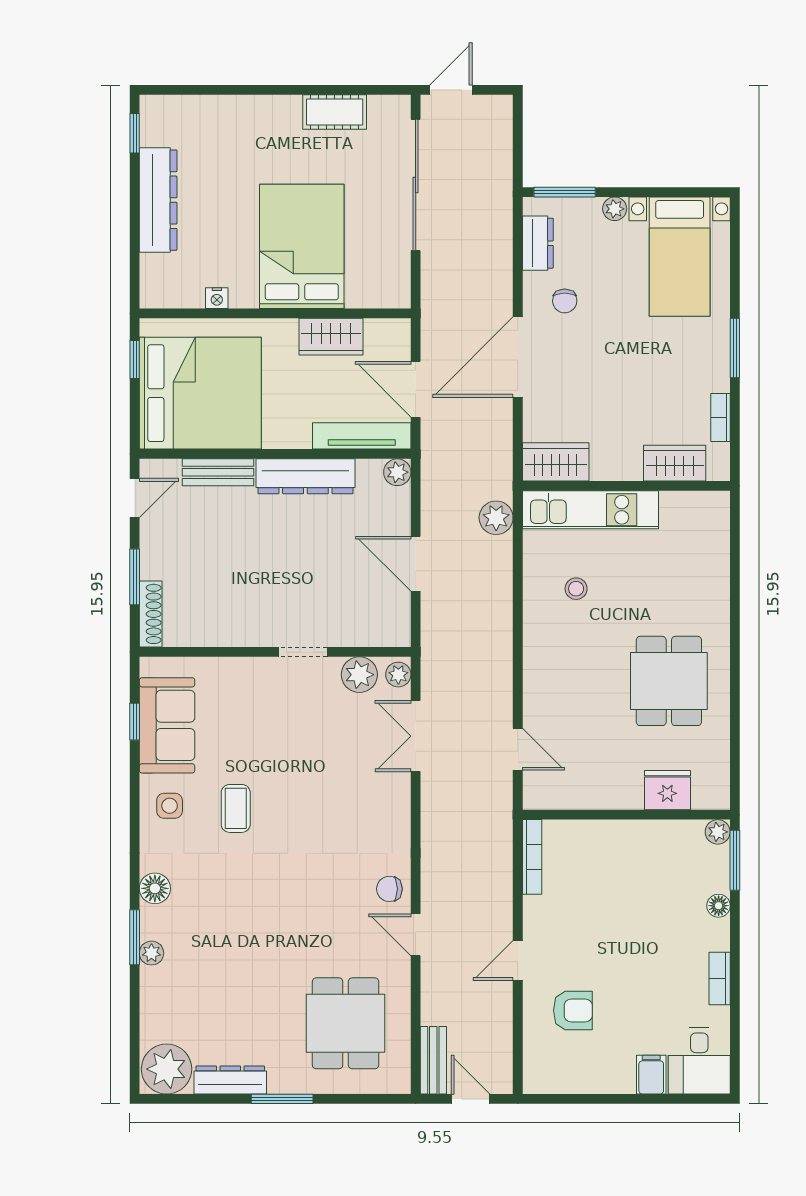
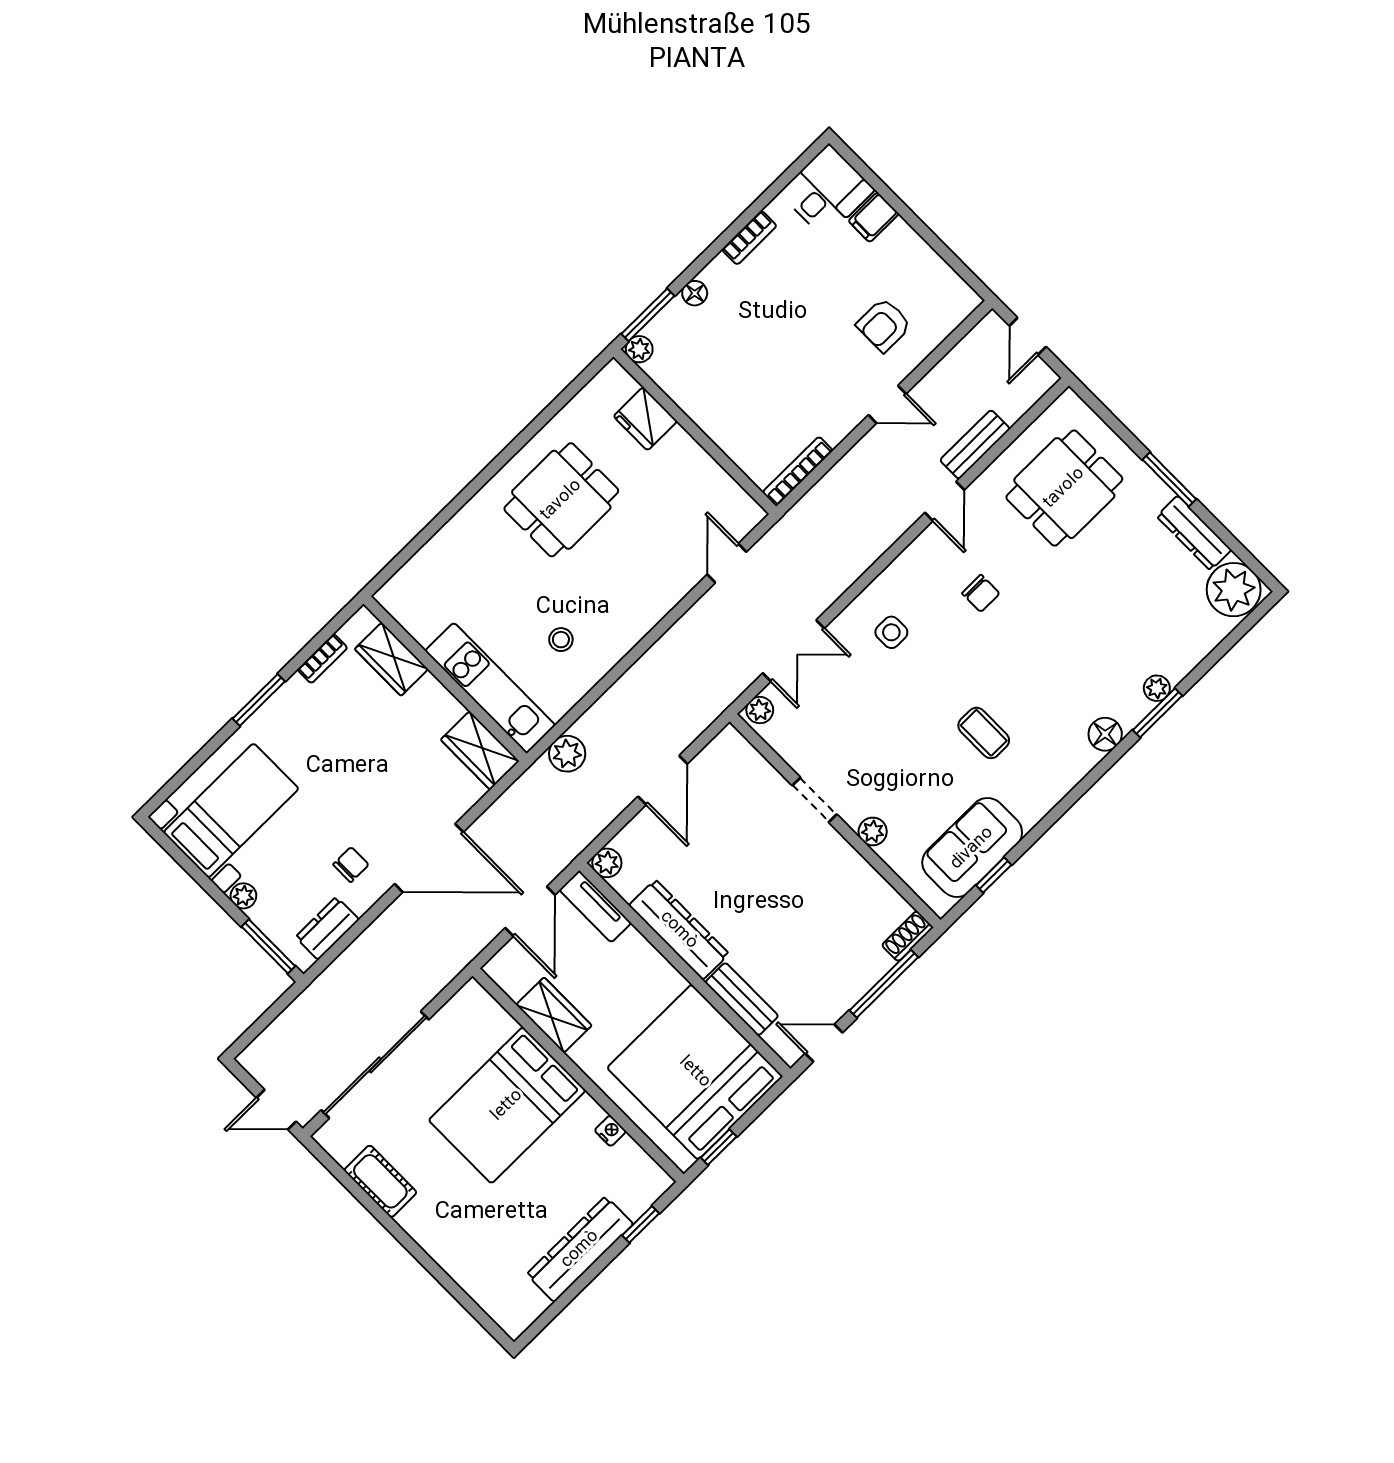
window: (135, 133) -> (641, 1224), moved
tv unit: (362, 436) -> (595, 906), width x0.71
window: (135, 577) -> (884, 984), width x1.44
shoe rack: (151, 614) -> (907, 936), width x0.70
plant: (359, 675) -> (873, 831), moved, width x0.73, depth x0.73
side table: (170, 806) -> (891, 632), moved
coffee table: (236, 808) -> (984, 733), turned 90
chair: (389, 889) -> (981, 593), moved
armchair: (573, 1010) -> (884, 325), turned -90
bench: (433, 1060) -> (975, 444), moved

